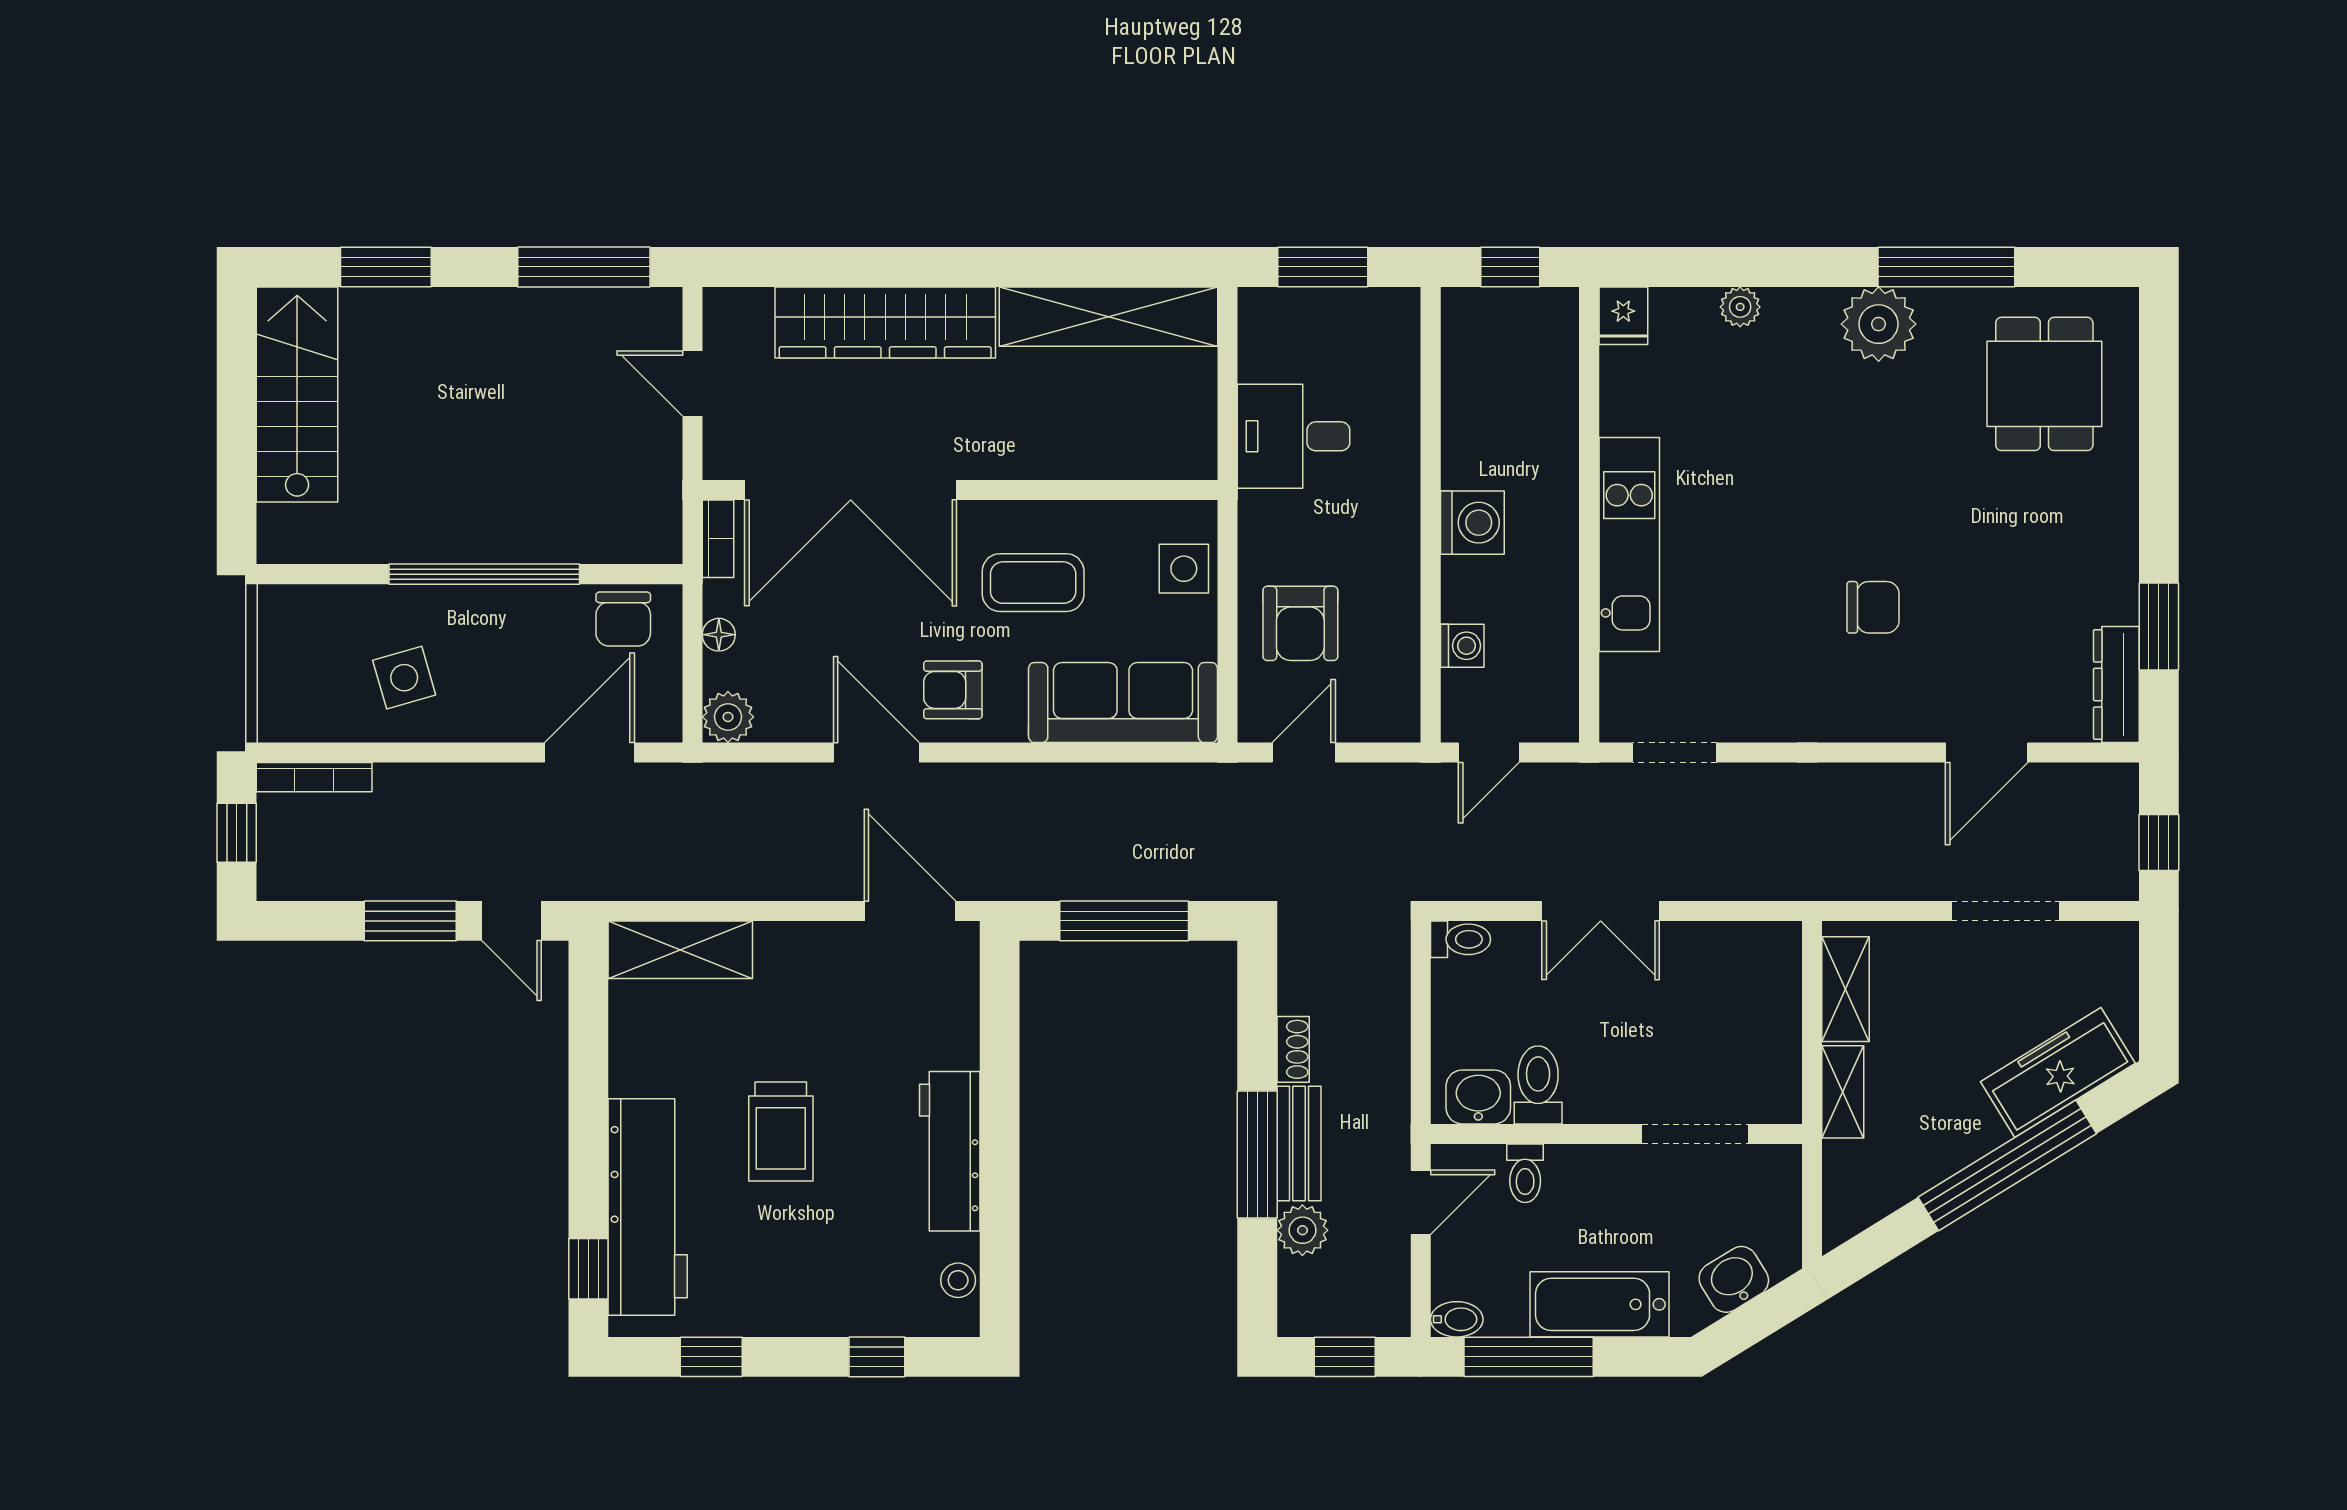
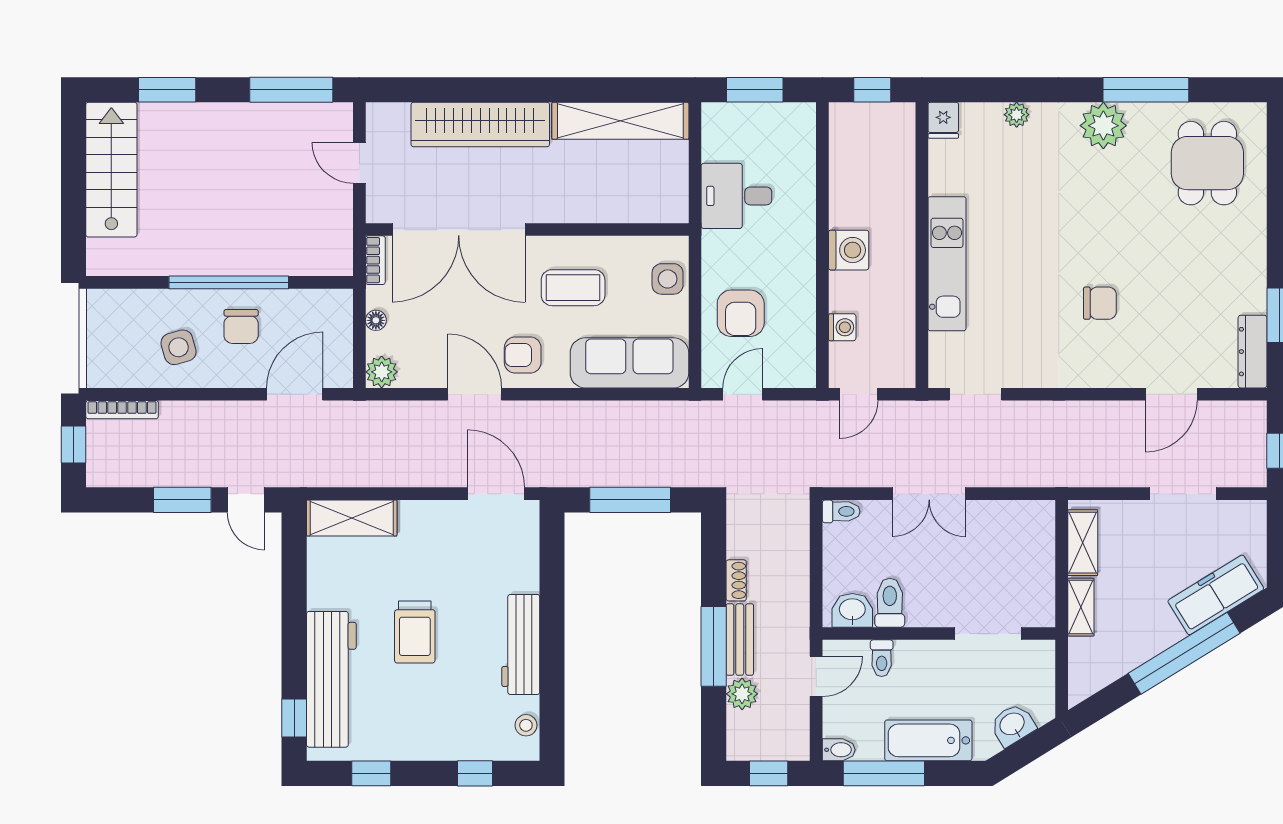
chair: (623, 619) -> (241, 326), moved

